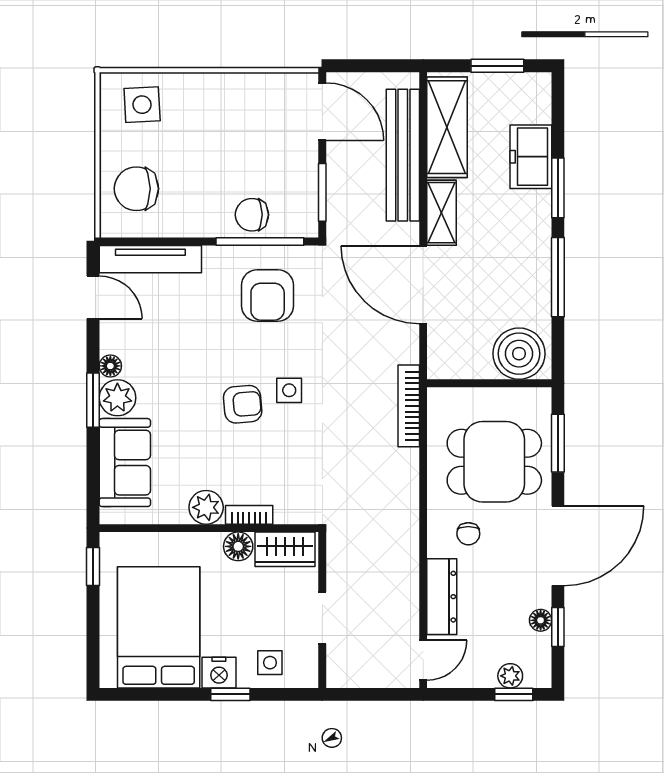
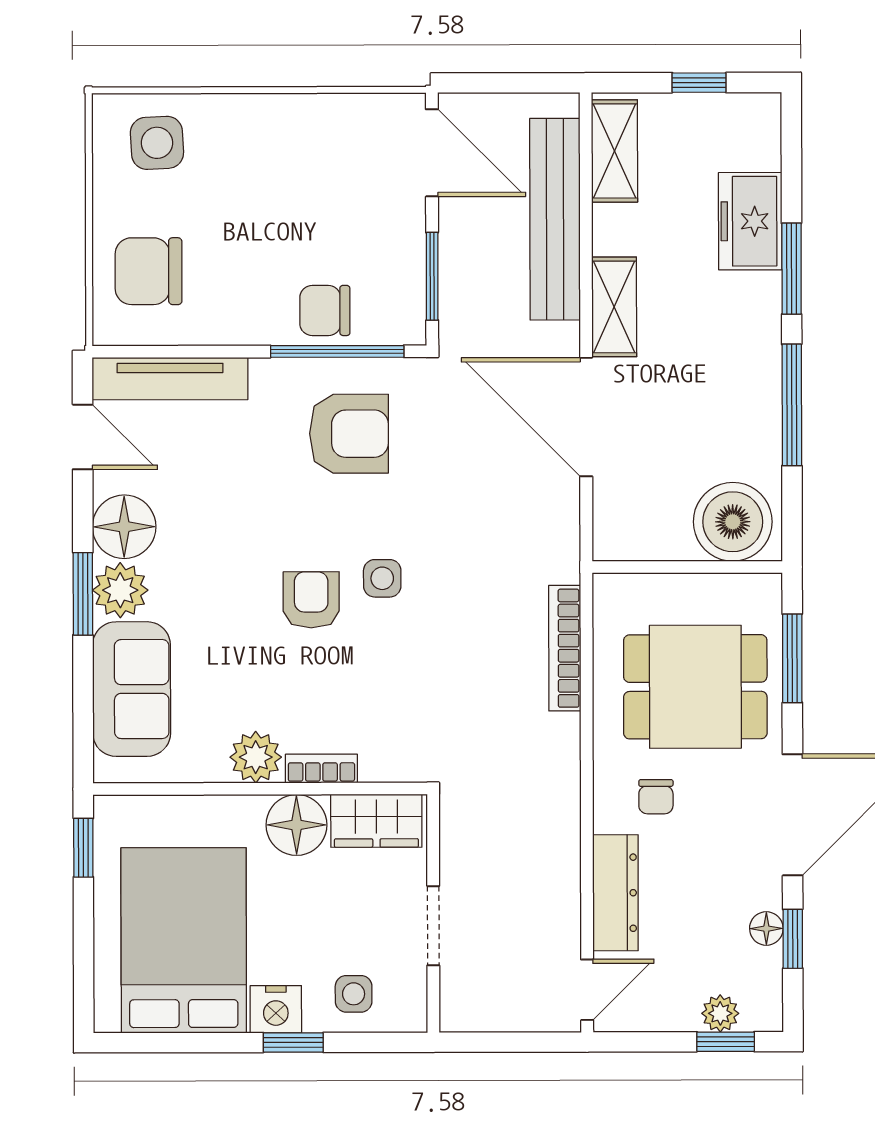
window: (497, 66) -> (699, 83), width x0.67
shelving: (447, 127) -> (614, 151), width x0.67, depth x0.75
armchair: (268, 295) -> (349, 434), turned -90
floor lamp: (110, 366) -> (124, 527), width x1.89, depth x1.89
armchair: (243, 404) -> (311, 600), turned -85
bookcase: (409, 406) -> (565, 648), moved
floor lamp: (238, 546) -> (296, 825), width x1.38, depth x1.38

